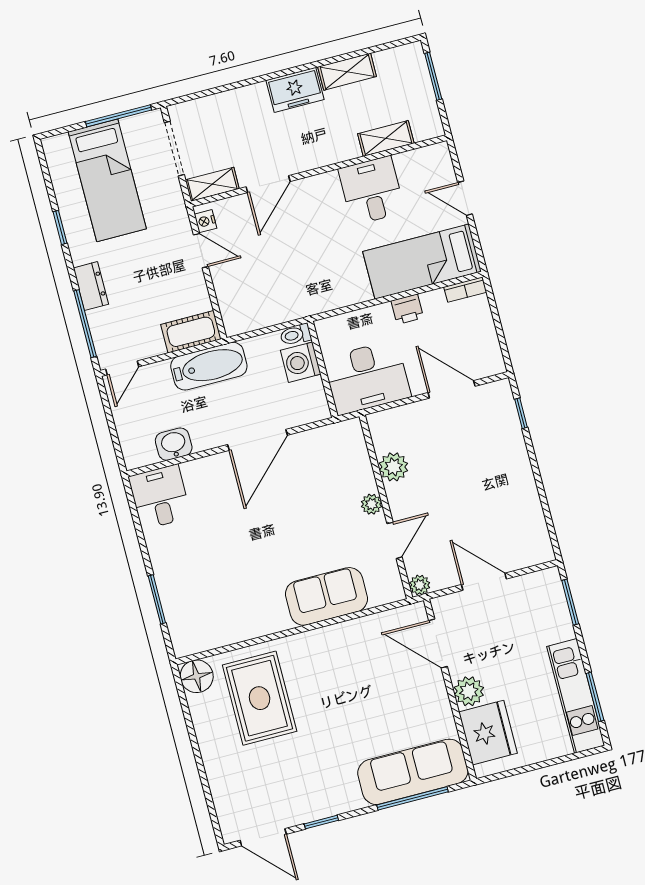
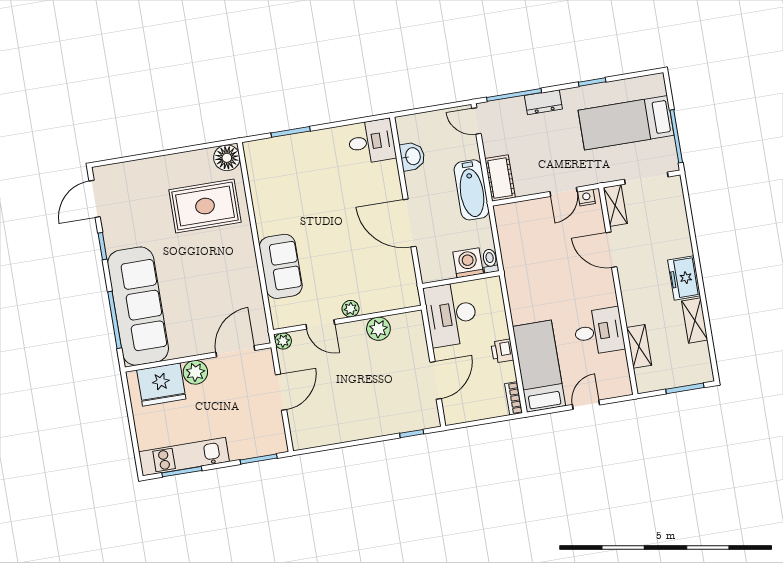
sofa: (413, 772) -> (138, 306), width x1.36, depth x1.27

